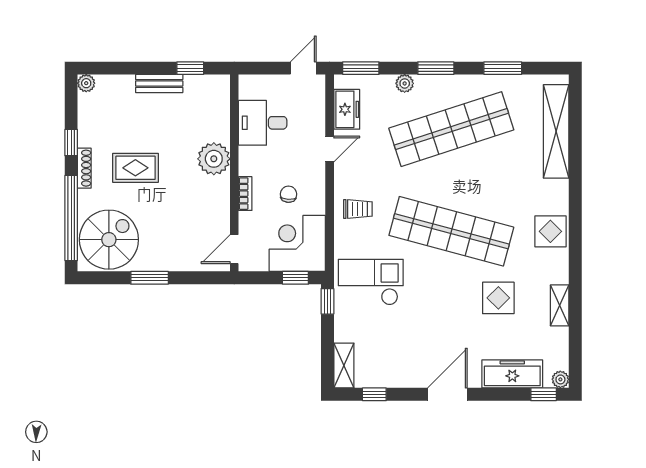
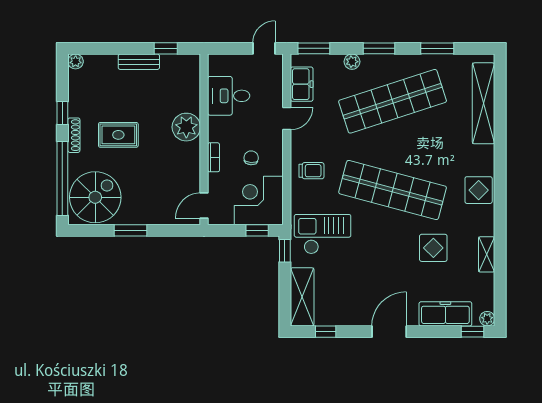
shelving: (344, 366) -> (302, 297), width x1.50, depth x1.33

